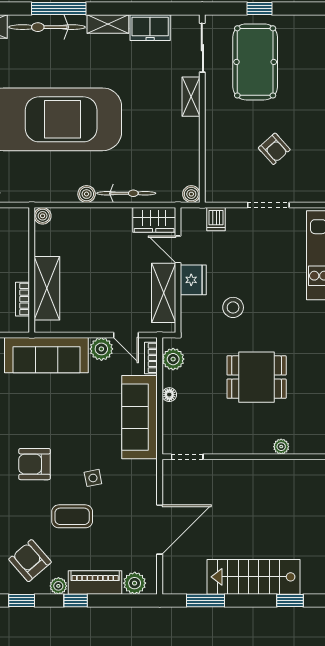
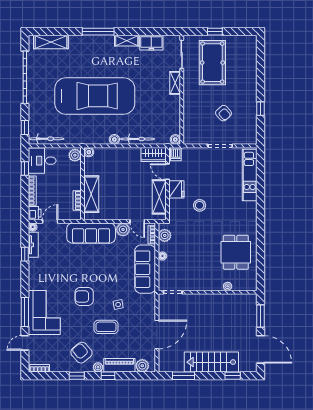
bicycle: (47, 27) -> (91, 42), removed
dishwasher: (216, 219) -> (176, 154), moved
plant: (19, 221) -> (75, 155), added
dining table: (257, 377) -> (236, 252), moved, turned 90

